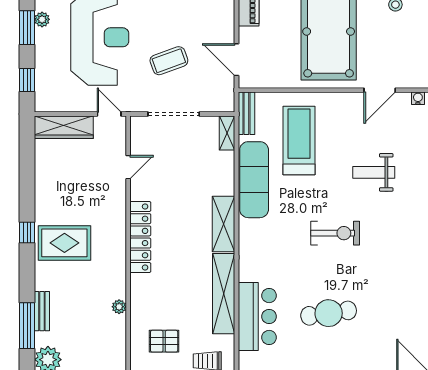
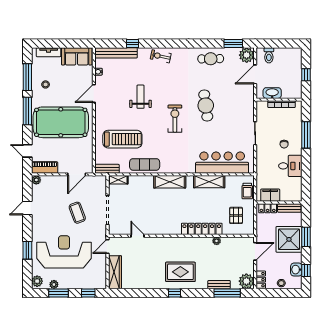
door: (380, 90) -> (94, 93), swing flipped
treadmill: (299, 140) -> (122, 139), turned 180
weight bench: (374, 172) -> (141, 97), turned 180
exercise mat: (254, 180) -> (145, 164), width x0.73, depth x0.69
locker: (140, 237) -> (202, 229), moved
rug: (64, 243) -> (180, 272), turned 90
shelving: (224, 294) -> (209, 182), width x0.68
cafe table: (329, 313) -> (206, 106), moved
bar counter: (257, 316) -> (222, 163), width x1.36

